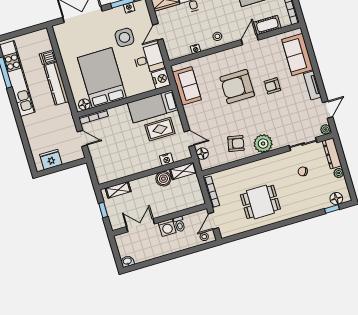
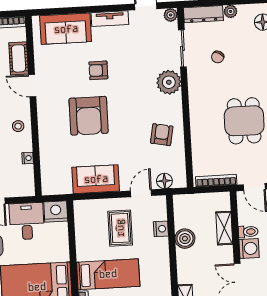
sofa: (187, 86) -> (96, 179), moved
armchair: (272, 86) -> (98, 70), turned 90
bed: (153, 106) -> (108, 274), moved, turned -90
plant: (263, 144) -> (169, 82), moved
shelving: (183, 171) -> (224, 228), moved

